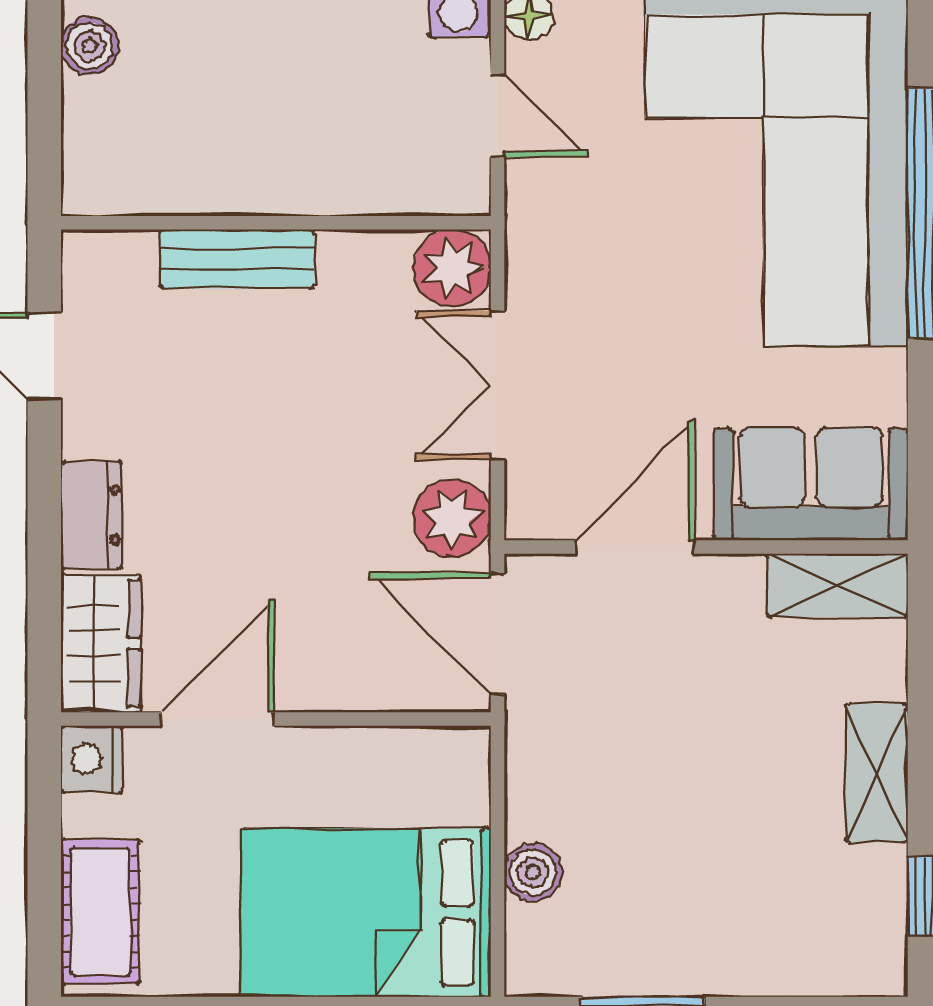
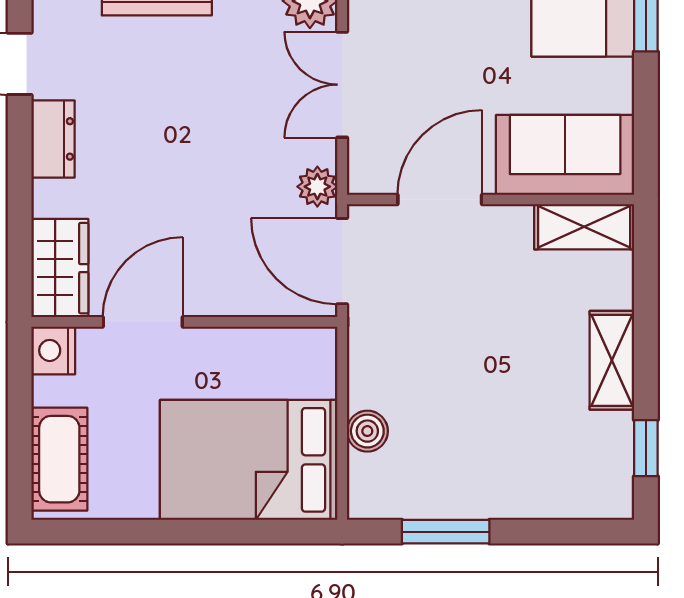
dresser: (91, 515) -> (53, 139), moved
plant: (452, 518) -> (317, 187), width x0.73, depth x0.73

